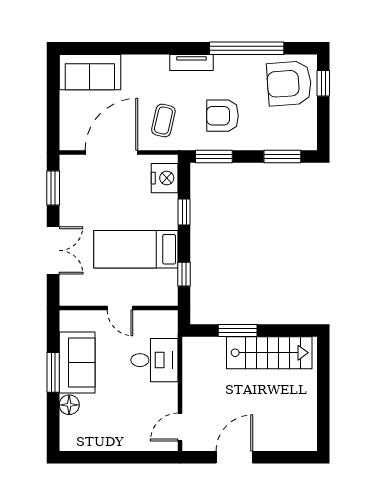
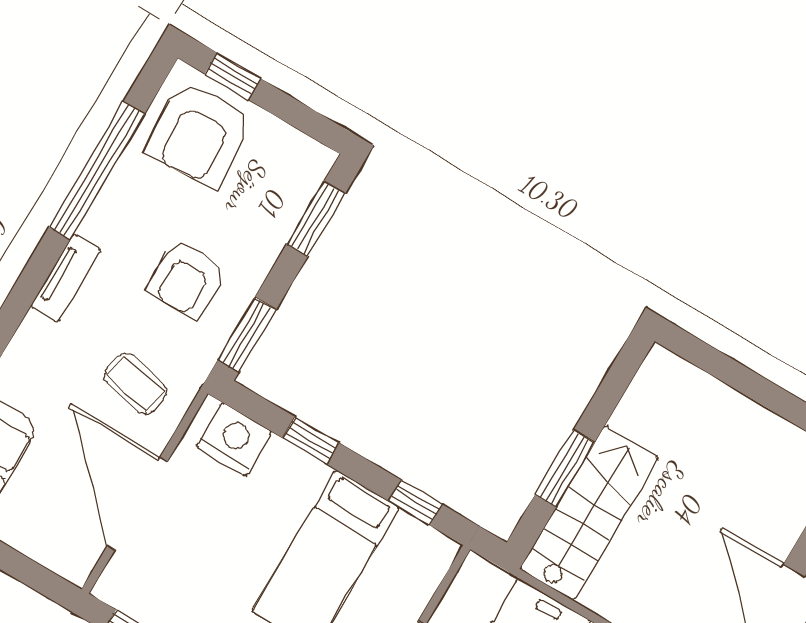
stairs: (269, 353) -> (589, 513), moved

